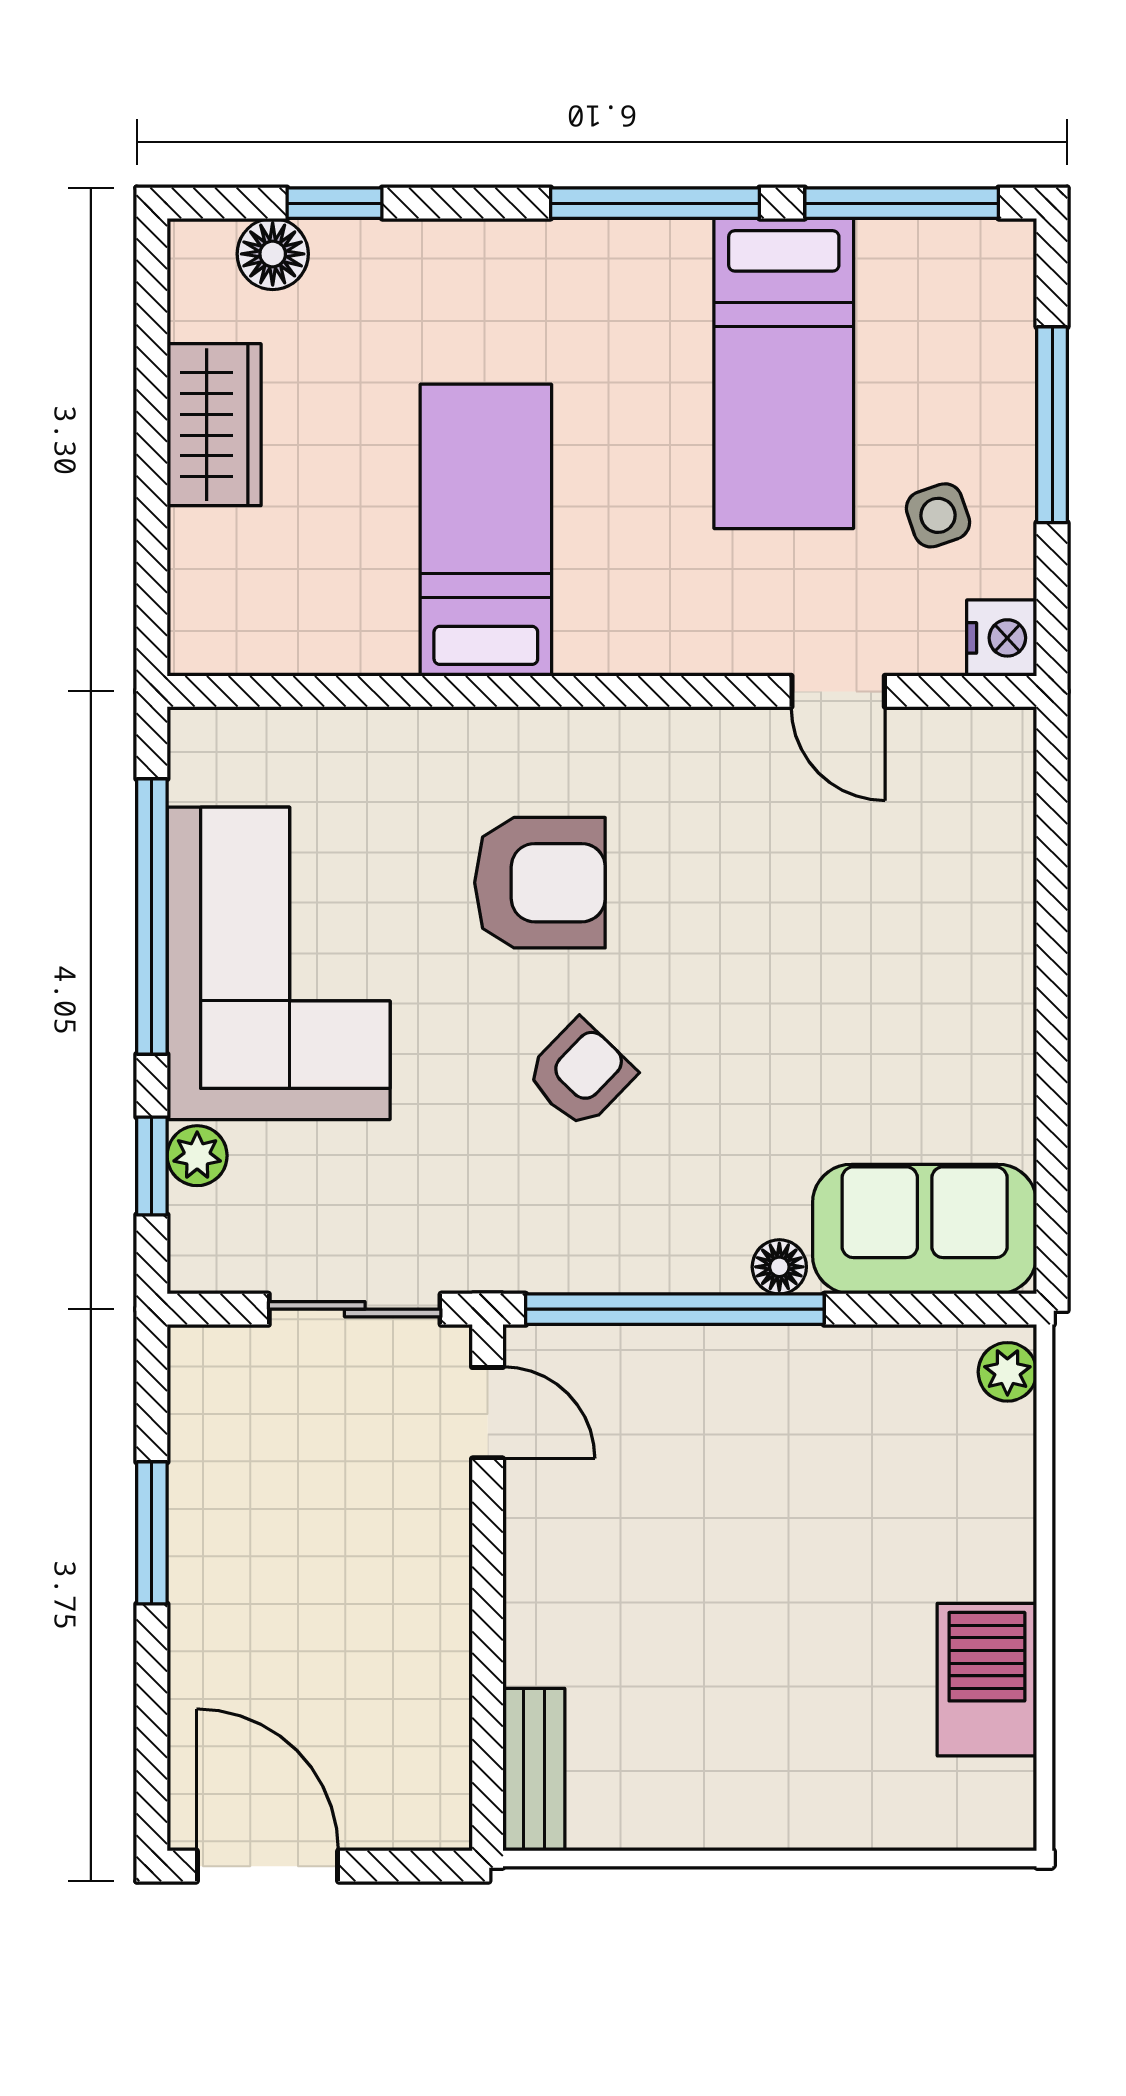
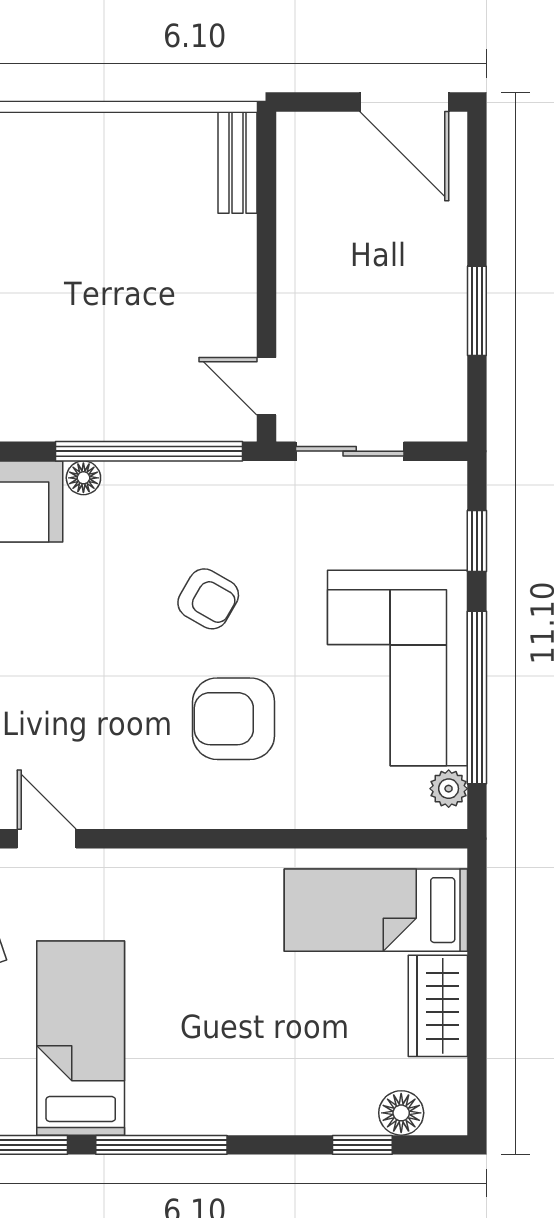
bed: (486, 530) -> (376, 910), moved, turned 90
armchair: (580, 1074) -> (208, 599), turned -104
plant: (197, 1156) -> (449, 789), moved

